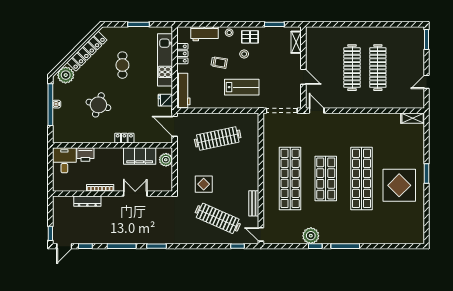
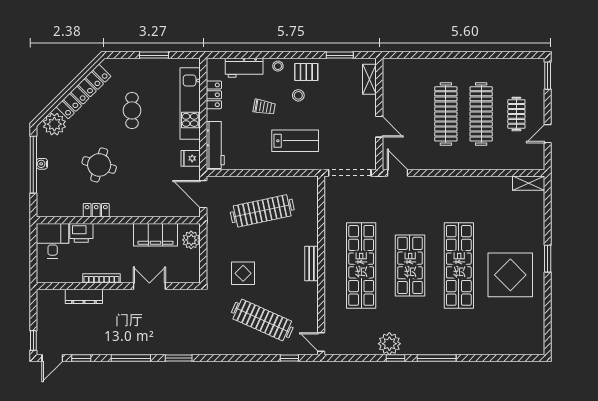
clothes rail: (404, 68) -> (516, 114), added
locker: (124, 138) -> (96, 210), moved
bench: (254, 203) -> (311, 263), moved

